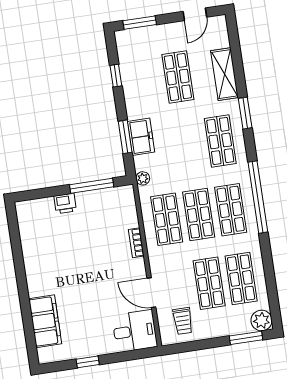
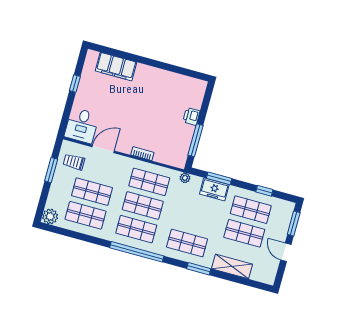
door: (195, 14) -> (286, 252), moved
shop shelf: (146, 82) -> (251, 210), added
window: (246, 338) -> (51, 170), moved

